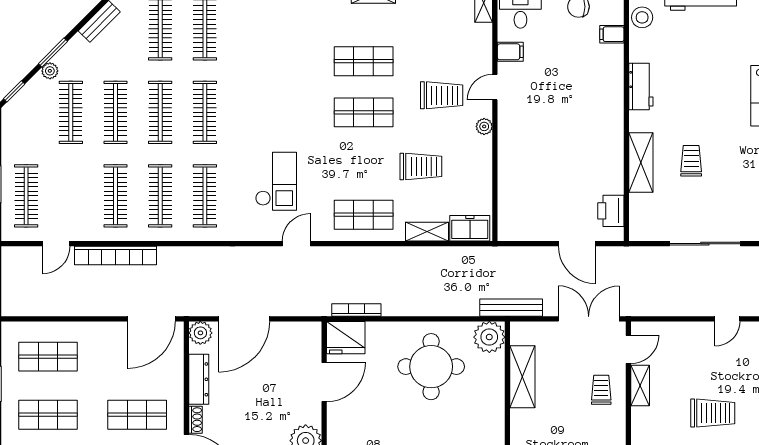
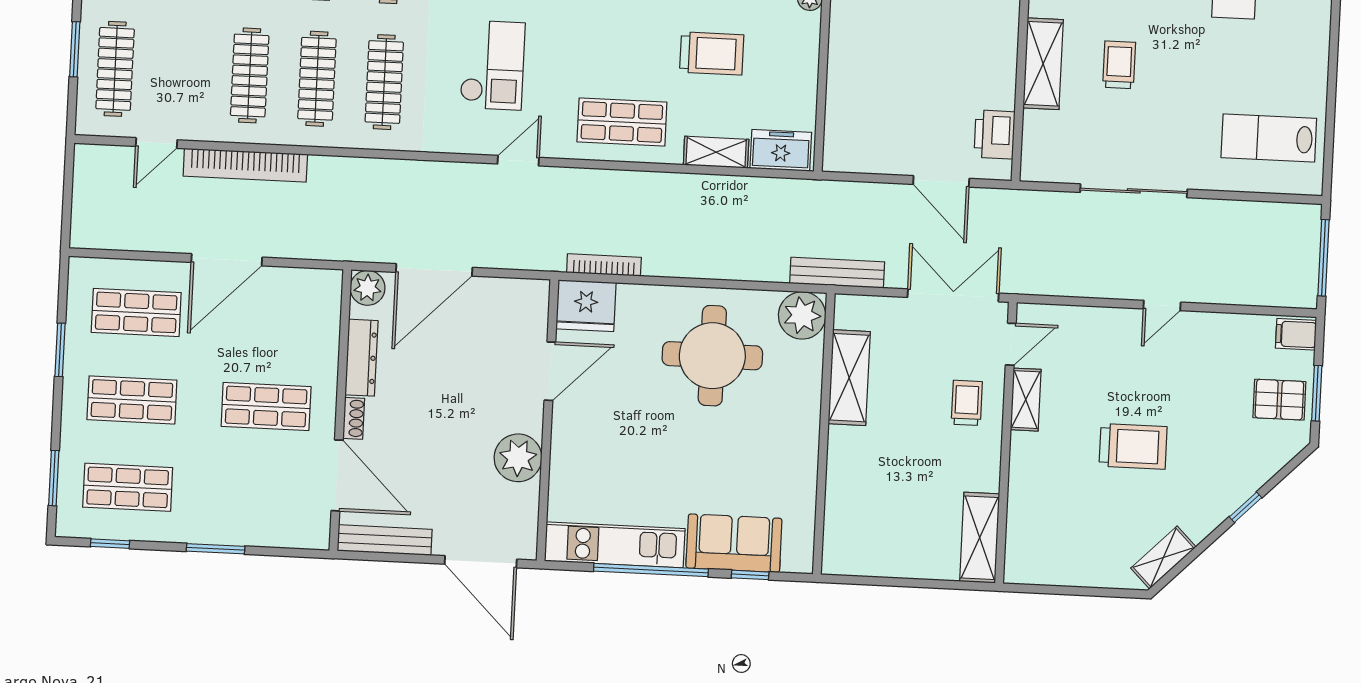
door: (152, 319) -> (227, 260), moved

